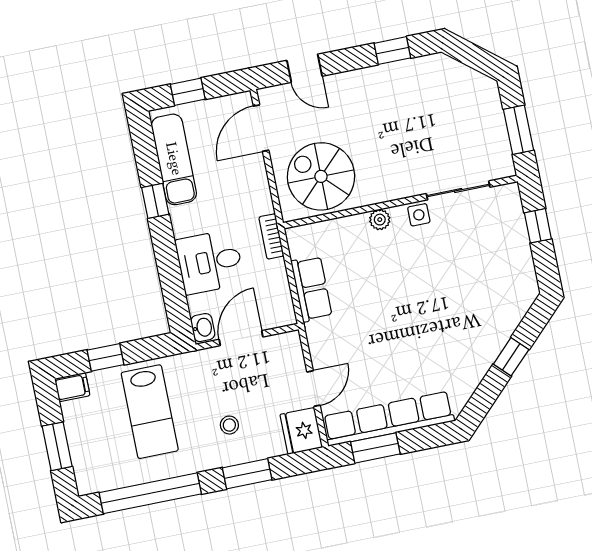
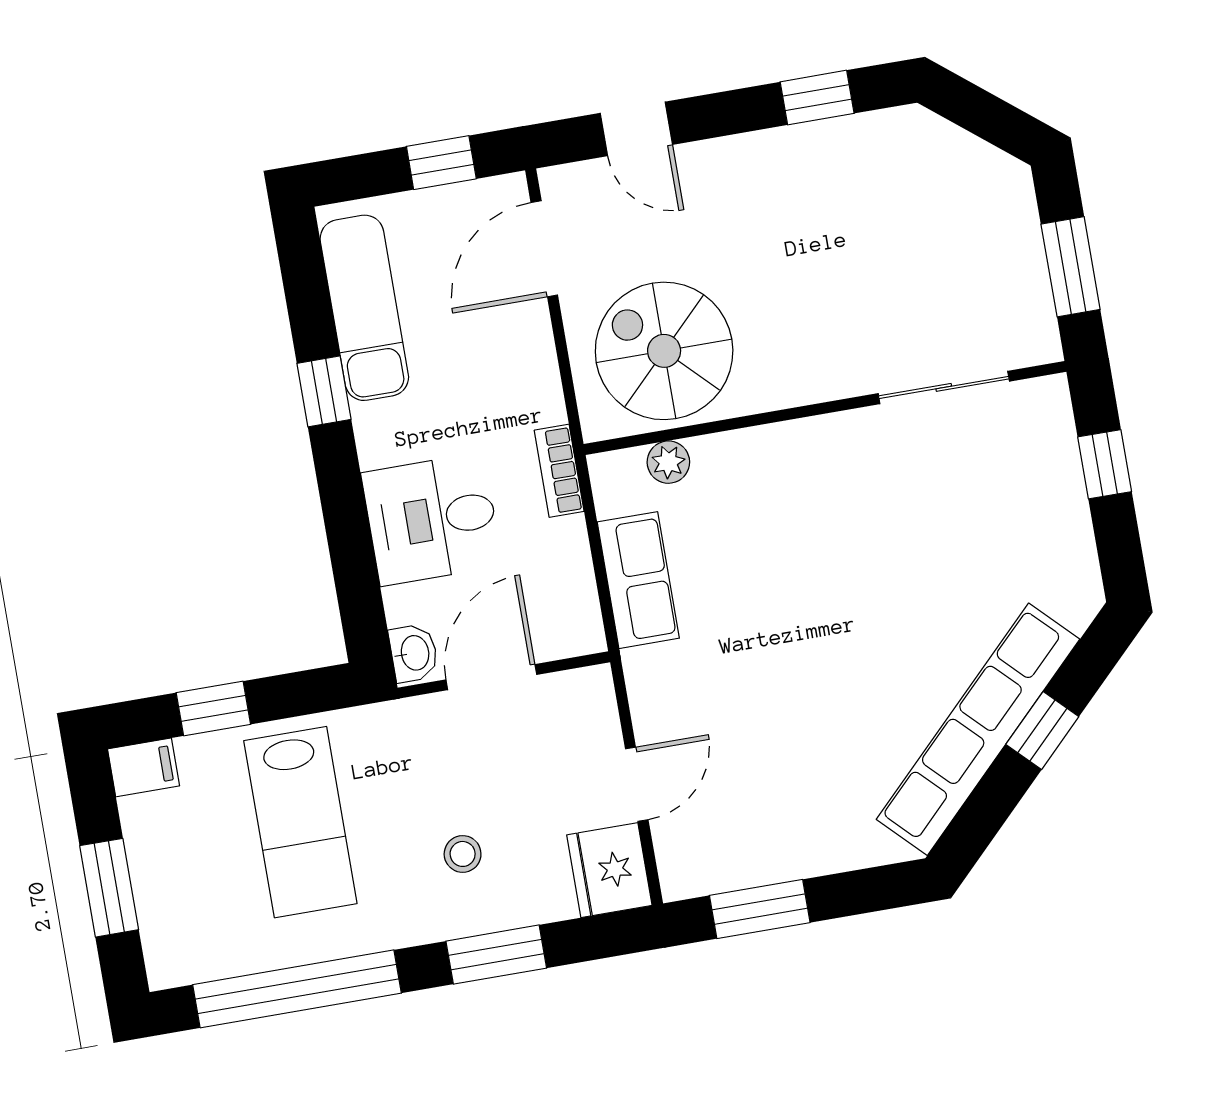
window: (188, 92) -> (441, 163), moved
side table: (419, 215) -> (862, 435), removed
plant: (380, 220) -> (668, 462), moved
row of seats: (388, 419) -> (978, 729), moved, turned -45

